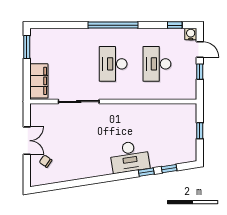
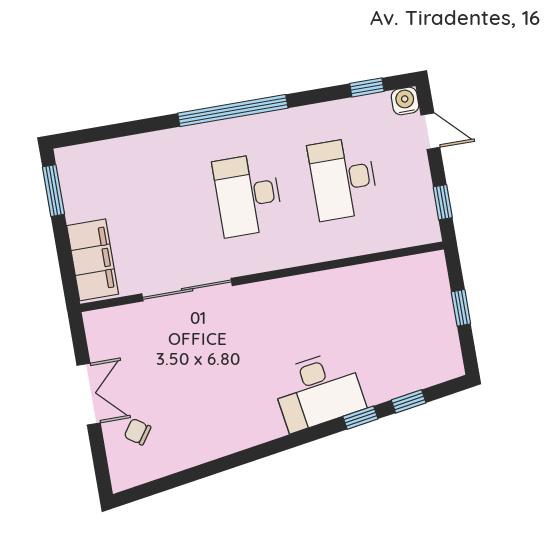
window: (200, 72) -> (443, 202), moved

